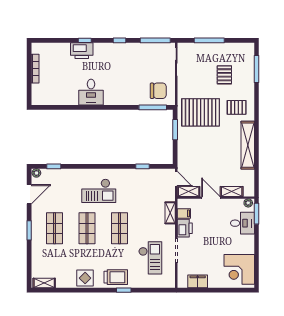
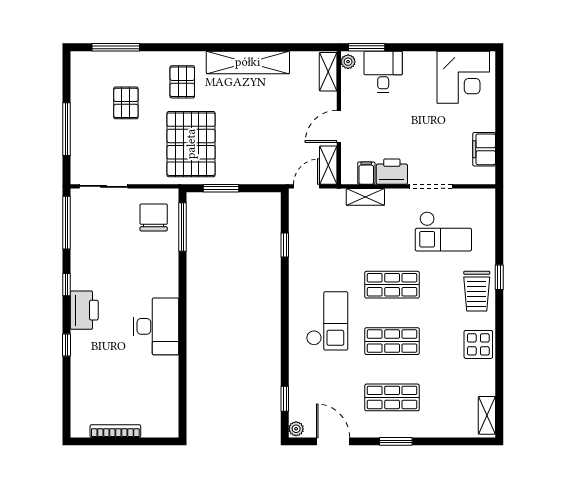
printer: (82, 51) -> (84, 310), moved
pallet: (224, 75) -> (126, 103), turned 90
desk: (91, 92) -> (156, 326), width x1.37
shelving: (232, 191) -> (328, 72), moved
checkout: (150, 258) -> (443, 231), turned 180
trolley: (116, 277) -> (477, 291), turned 180

